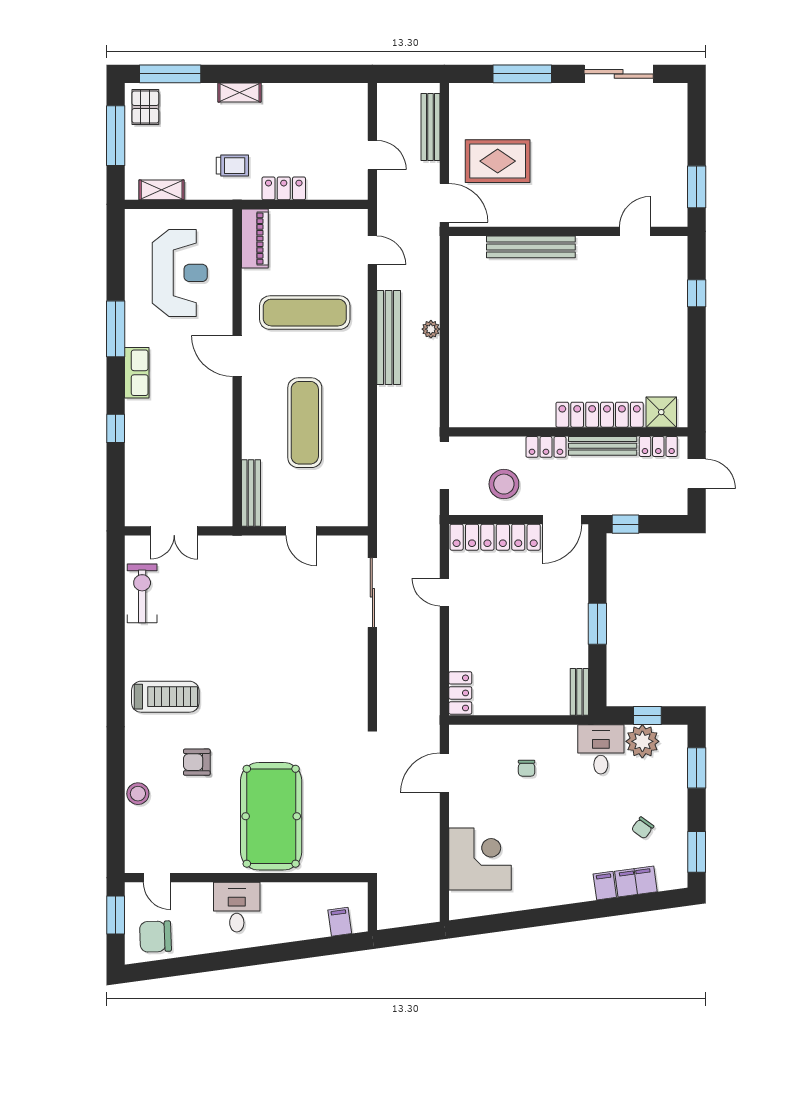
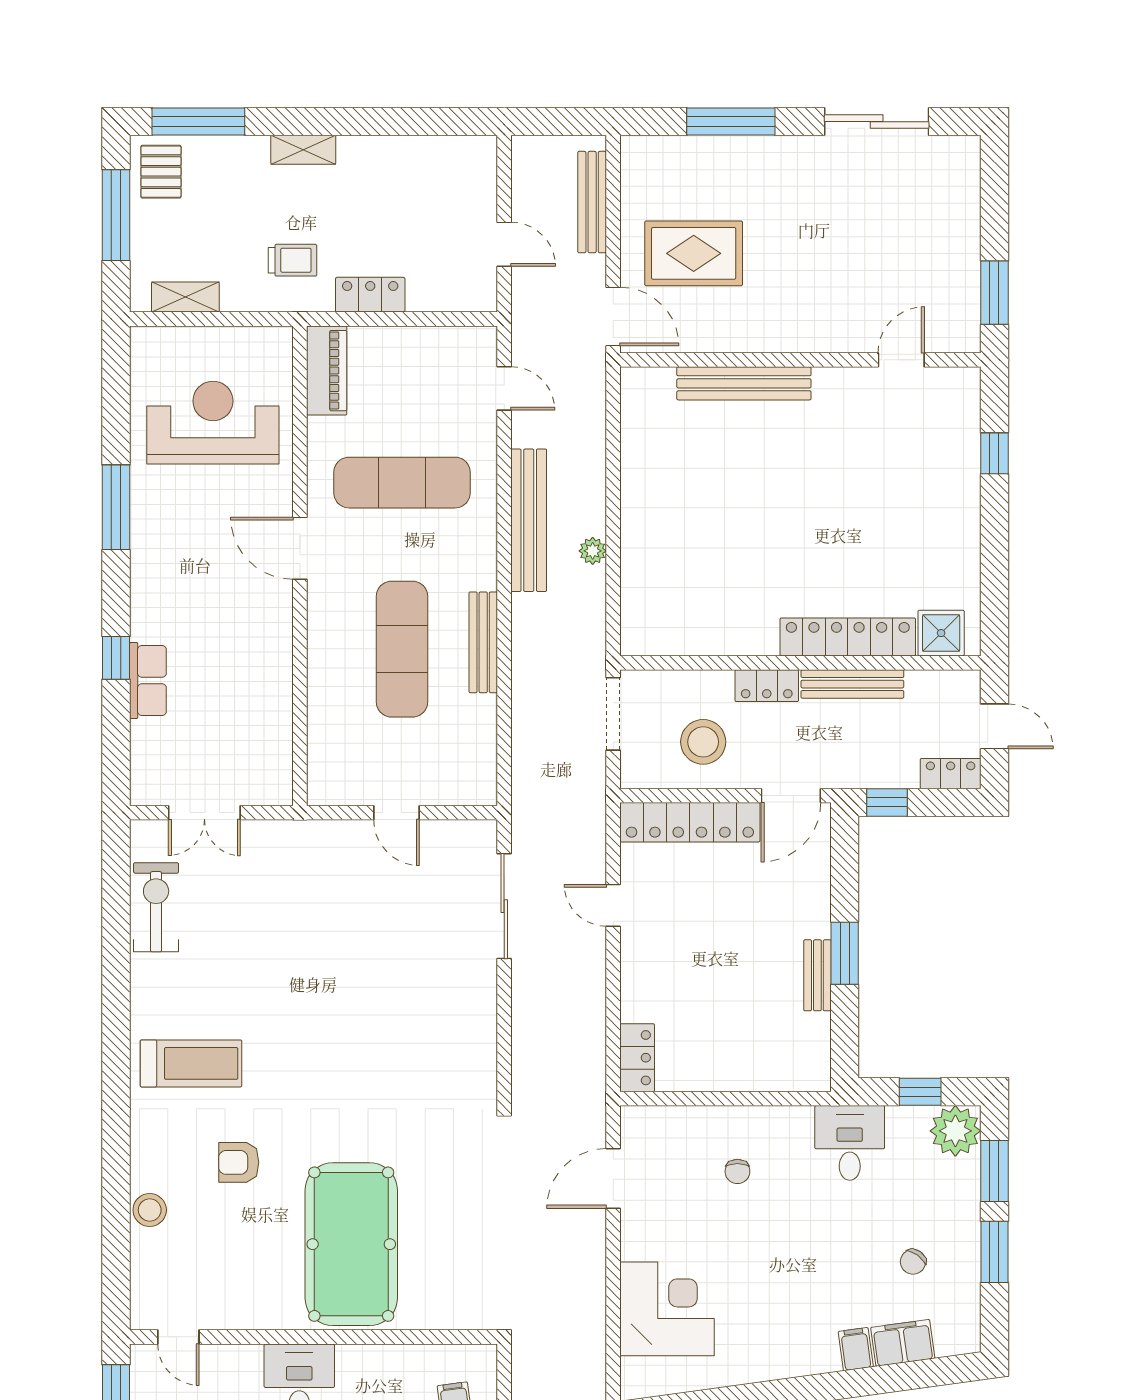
reception desk: (180, 273) -> (213, 423), turned -90
plant: (431, 329) -> (593, 551), moved
row of seats: (137, 373) -> (148, 680), moved
locker: (658, 446) -> (951, 774), moved, turned 180
bench: (251, 493) -> (483, 642), moved
bench: (579, 692) -> (817, 975), moved
plant: (642, 741) -> (955, 1131), moved
window: (697, 852) -> (994, 1252), moved

